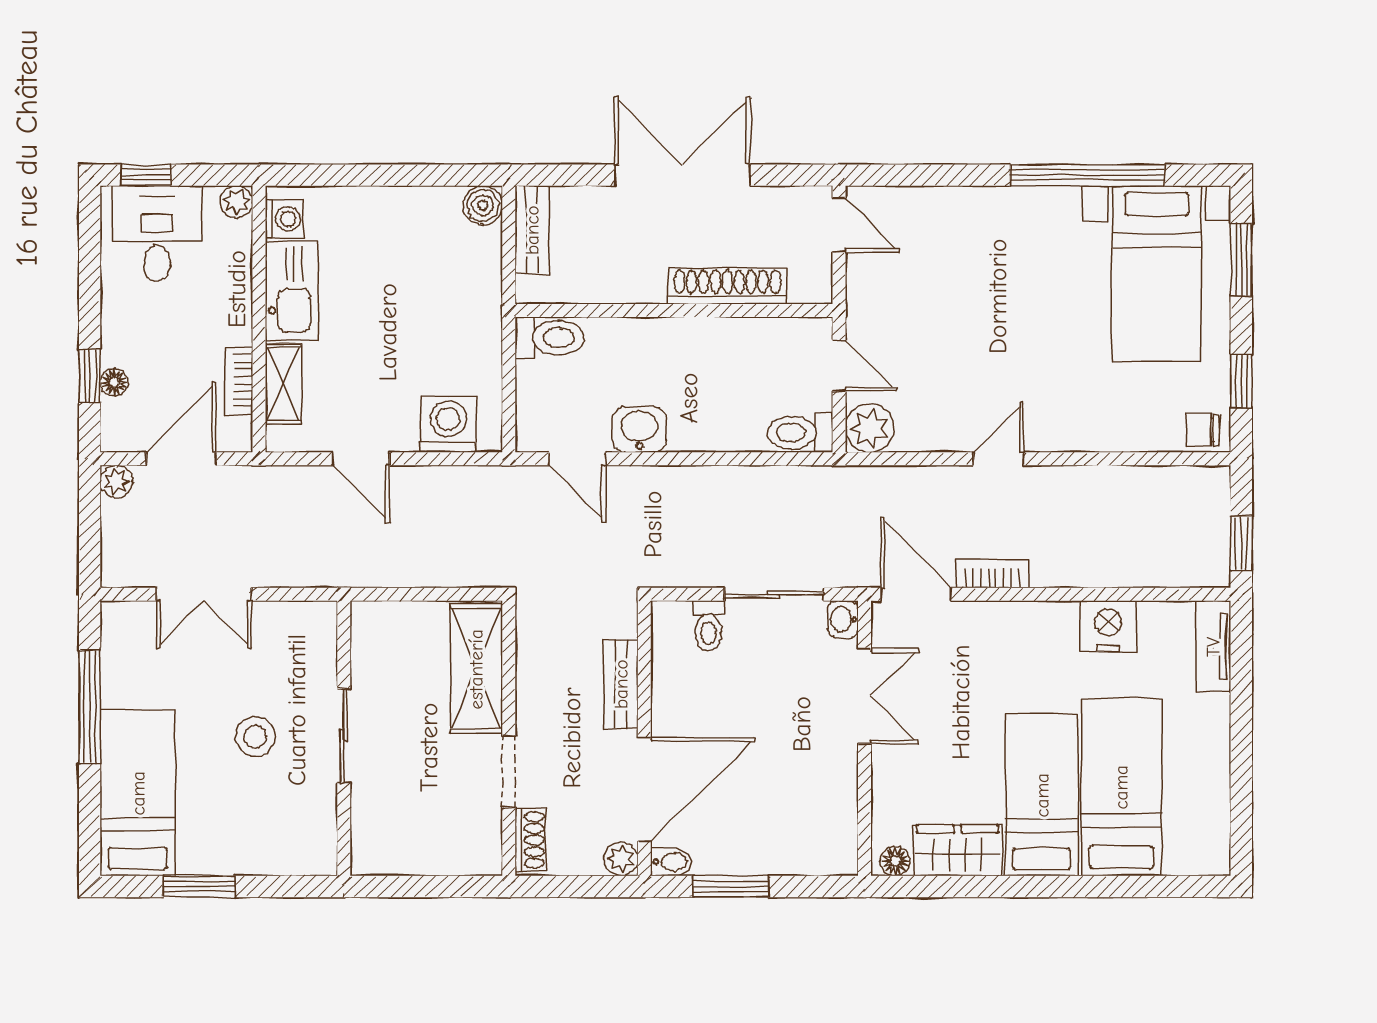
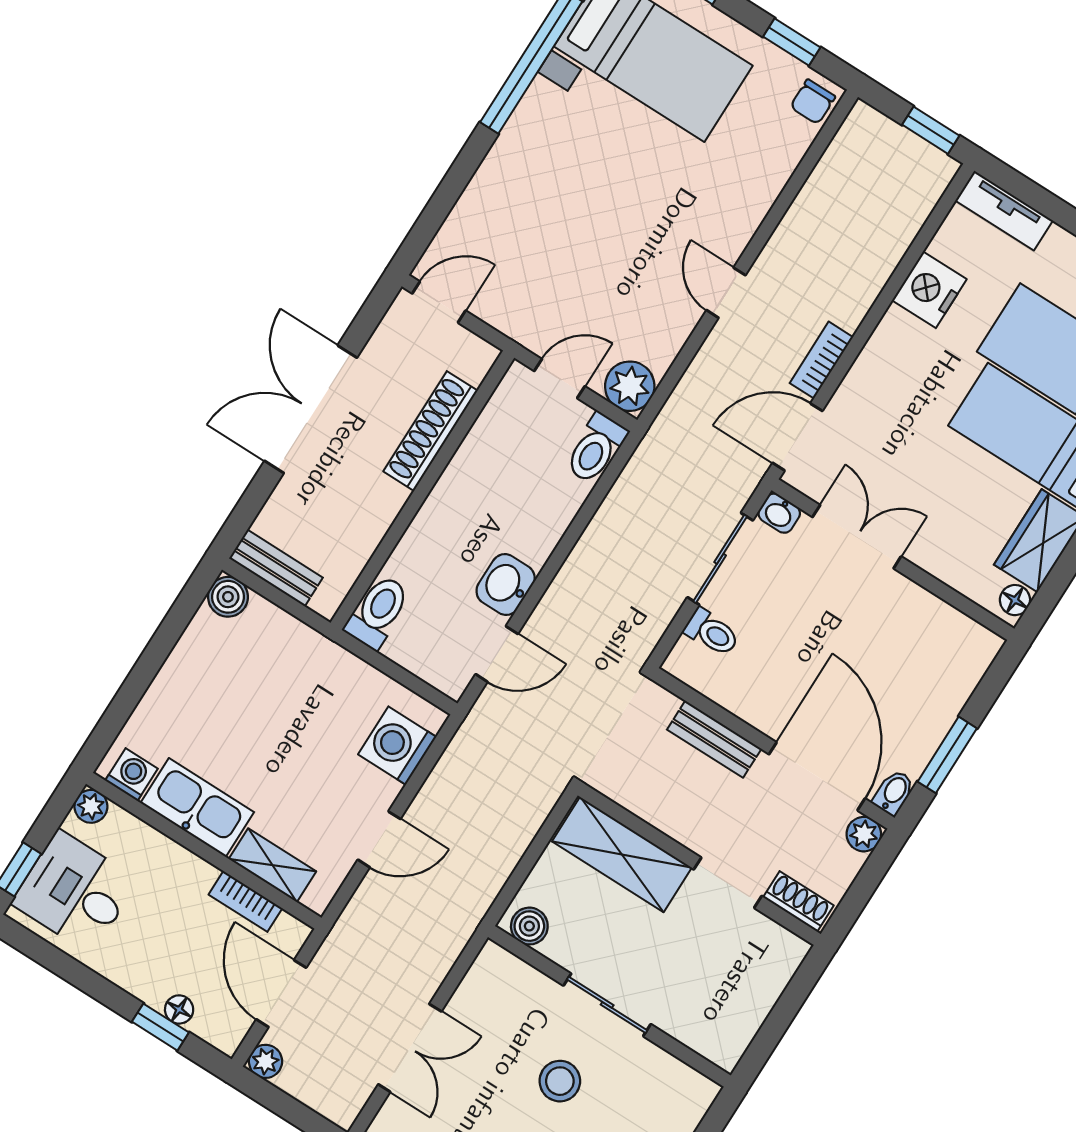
boiler: (368, 629) -> (529, 926), added

